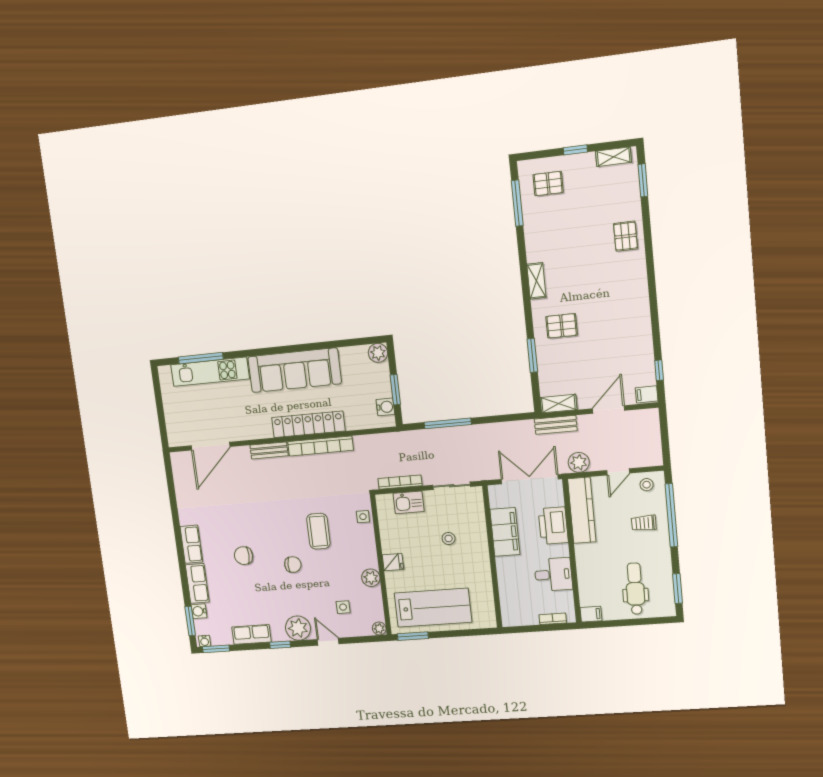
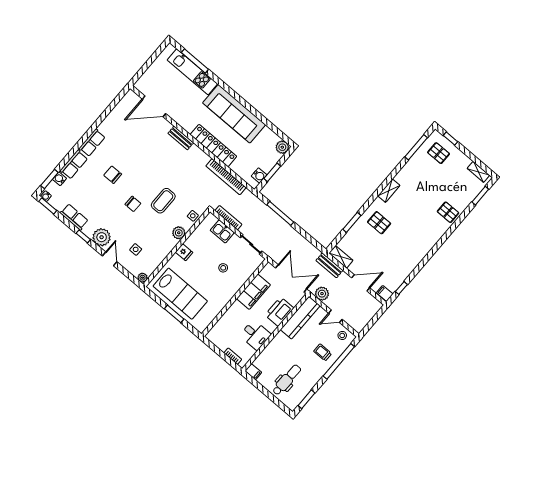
window: (575, 150) -> (451, 139), moved
pallet: (626, 236) -> (448, 212), turned 90
bookcase: (320, 446) -> (226, 177), moved
plant: (371, 578) -> (179, 233), moved
window: (413, 636) -> (174, 314), moved

